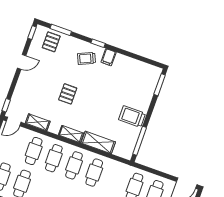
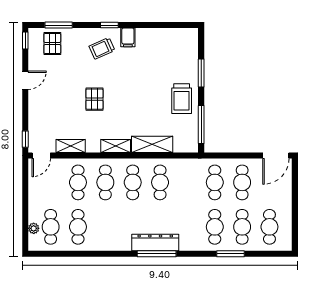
window: (160, 85) -> (201, 73), moved
trolley: (132, 116) -> (182, 99), turned -90

